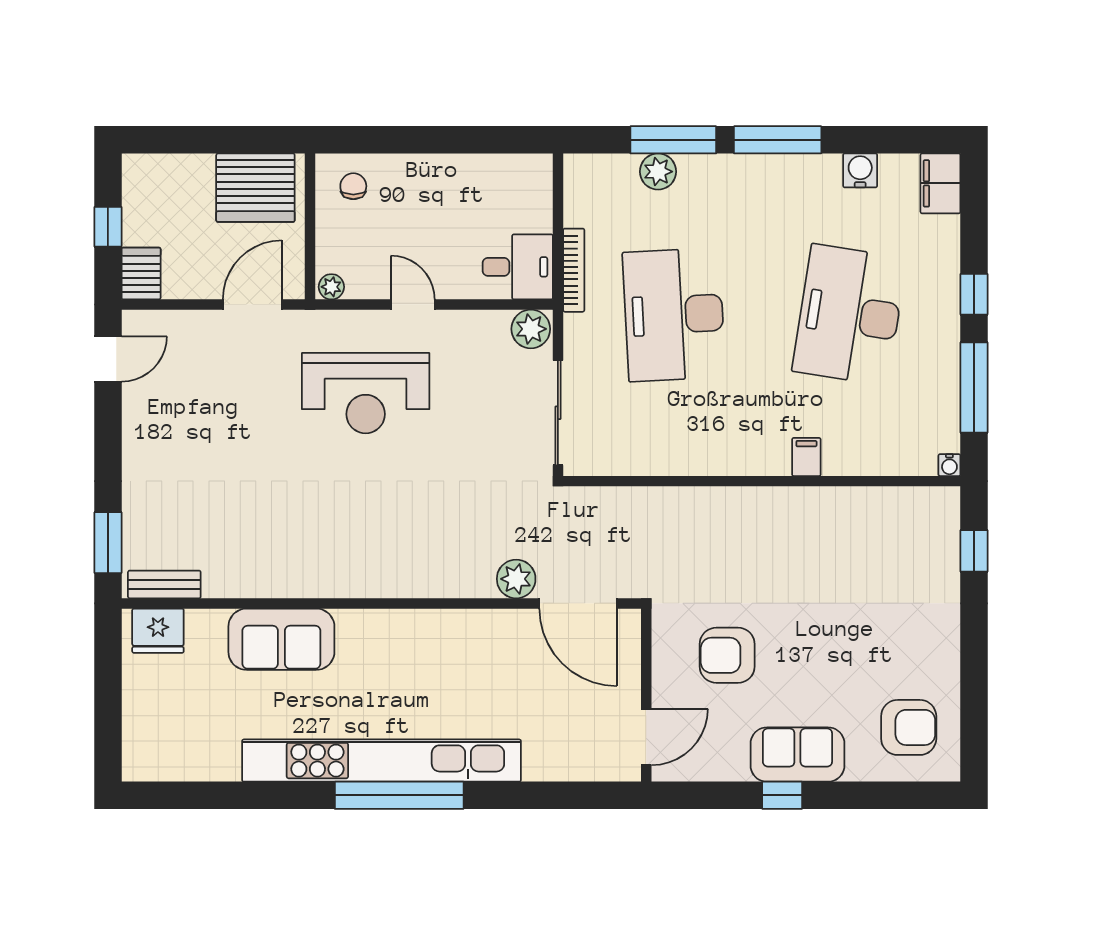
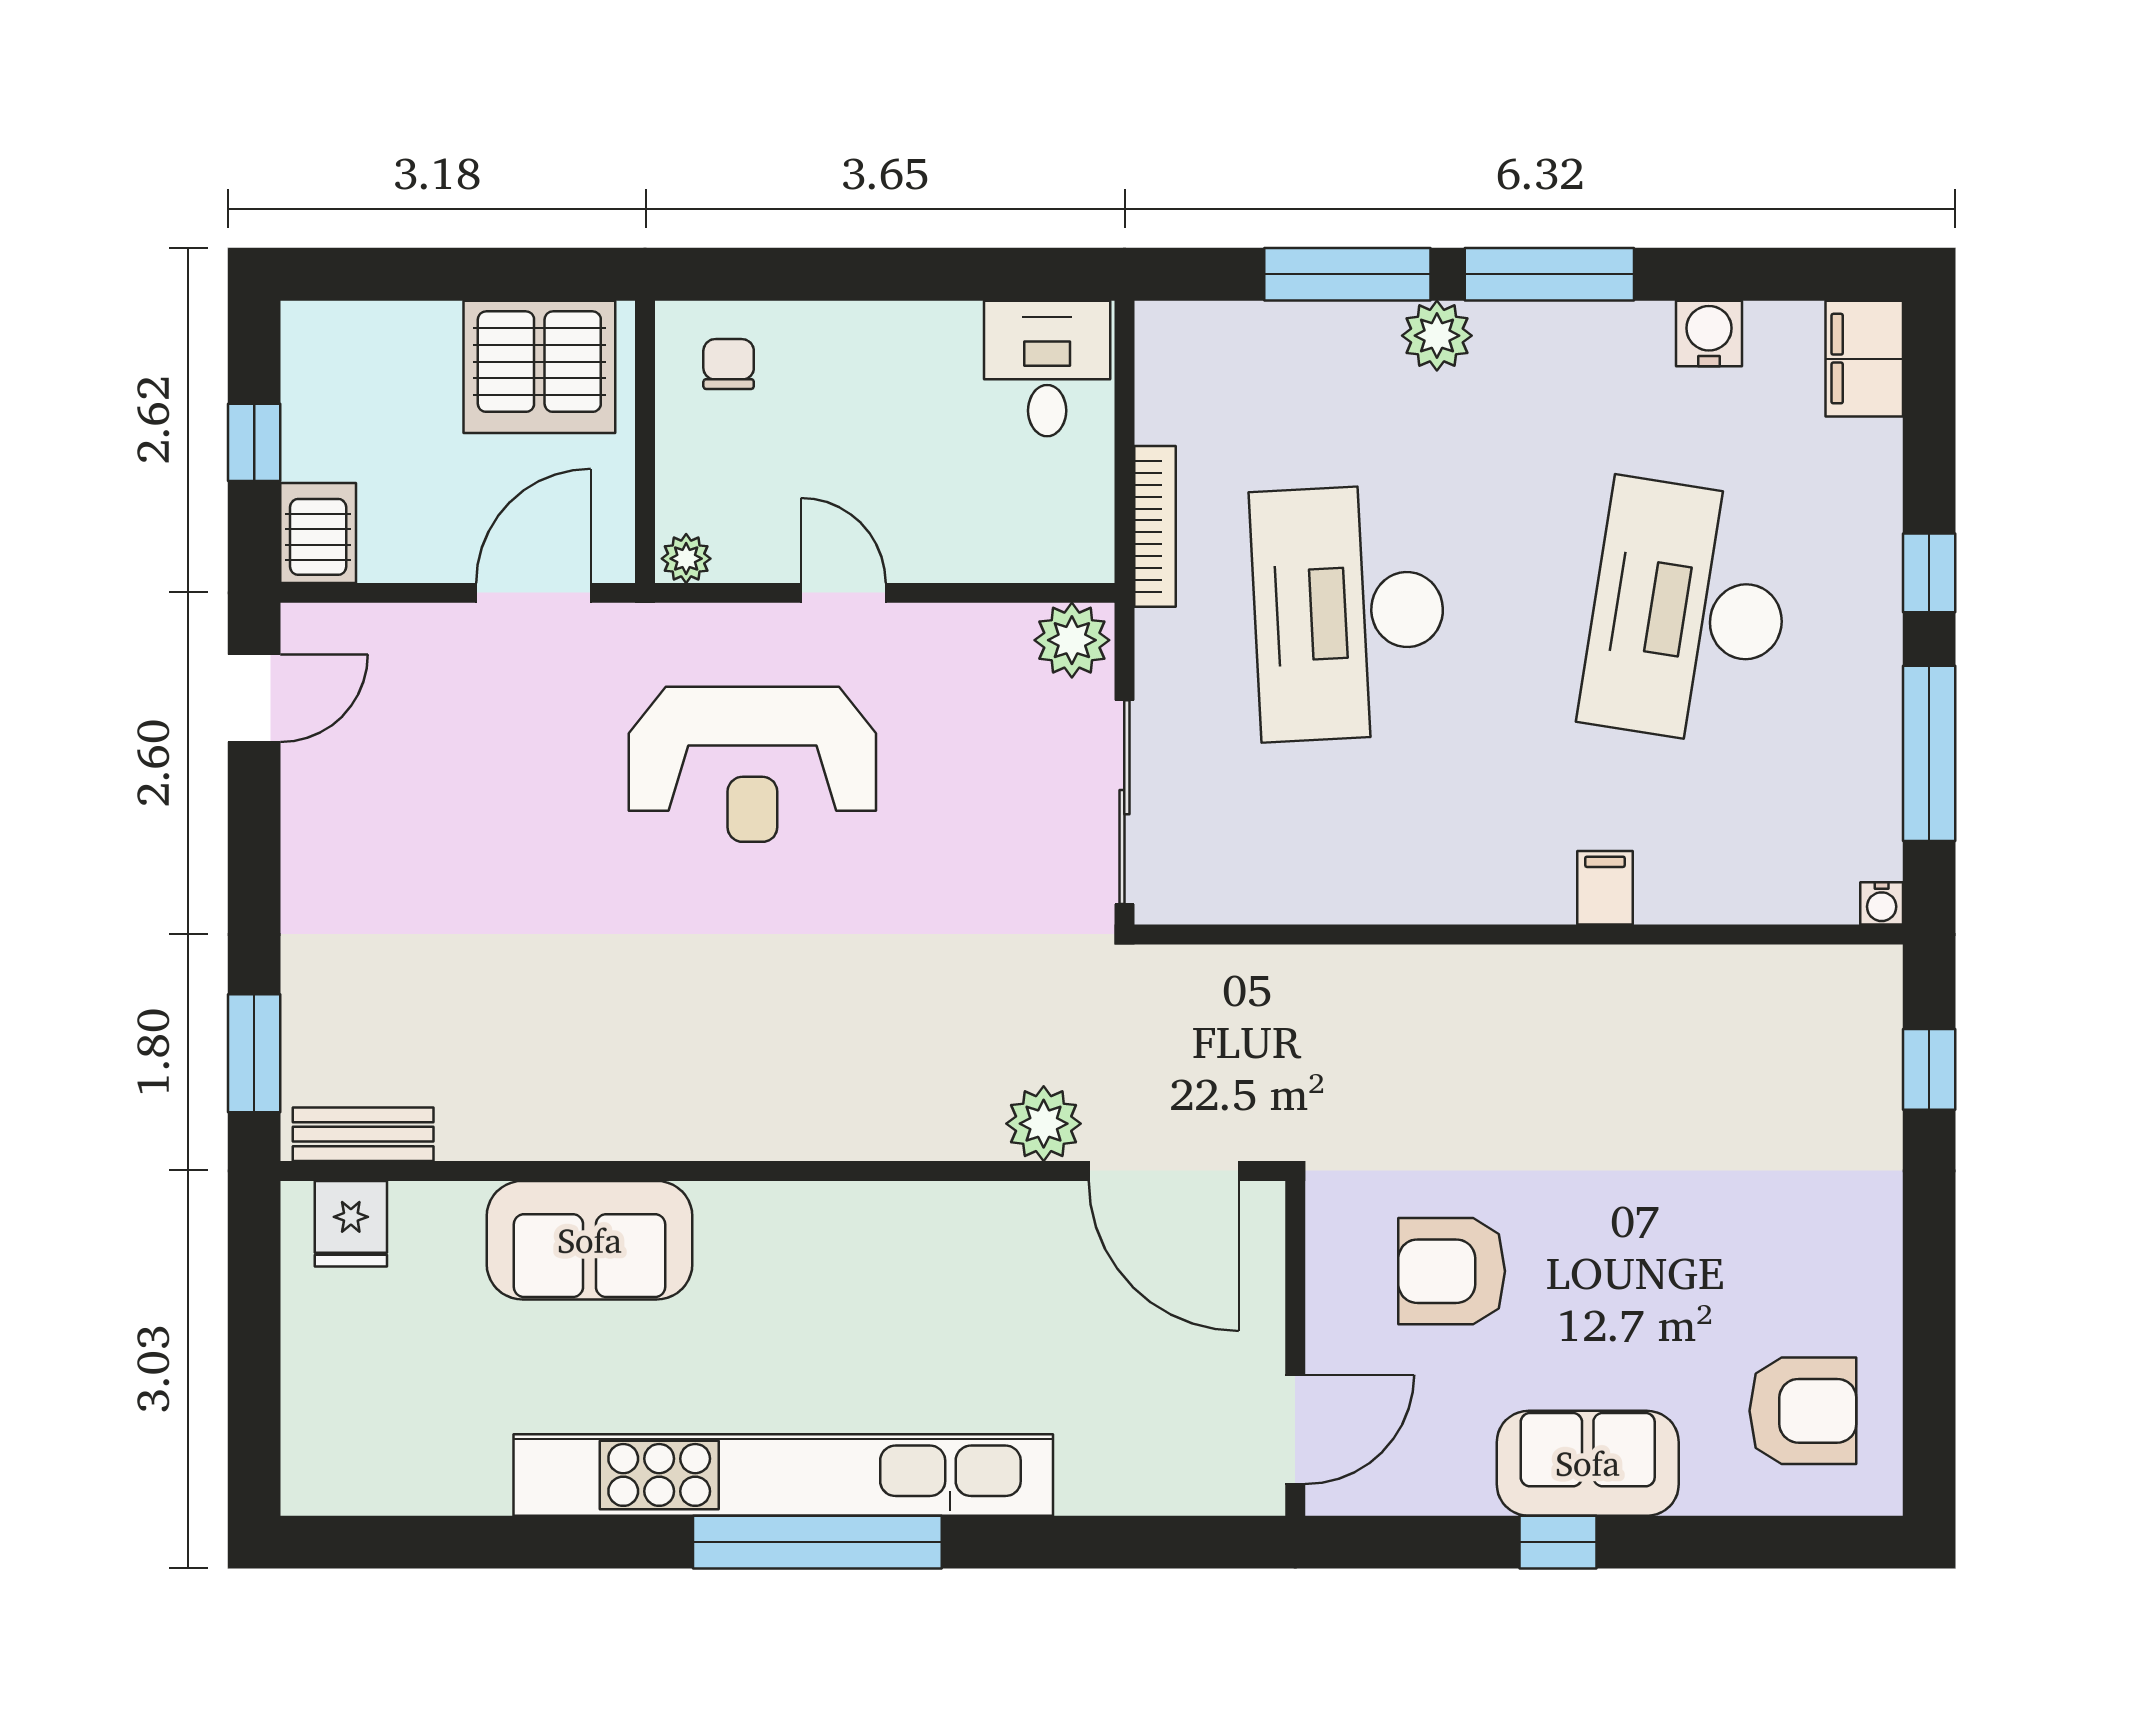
plant: (658, 172) -> (1437, 336), moved
desk: (518, 267) -> (1047, 368), moved, turned -90
fridge: (158, 631) -> (351, 1224), width x0.72

